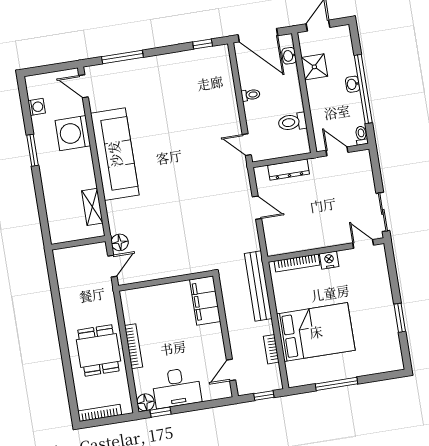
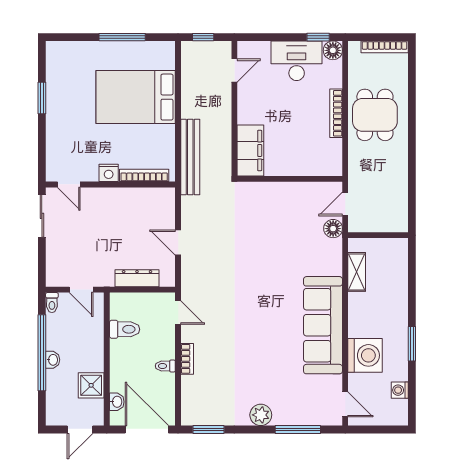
window: (203, 44) -> (209, 429), width x1.50
plant: (158, 65) -> (261, 415), added
bookcase: (271, 349) -> (187, 359), moved

